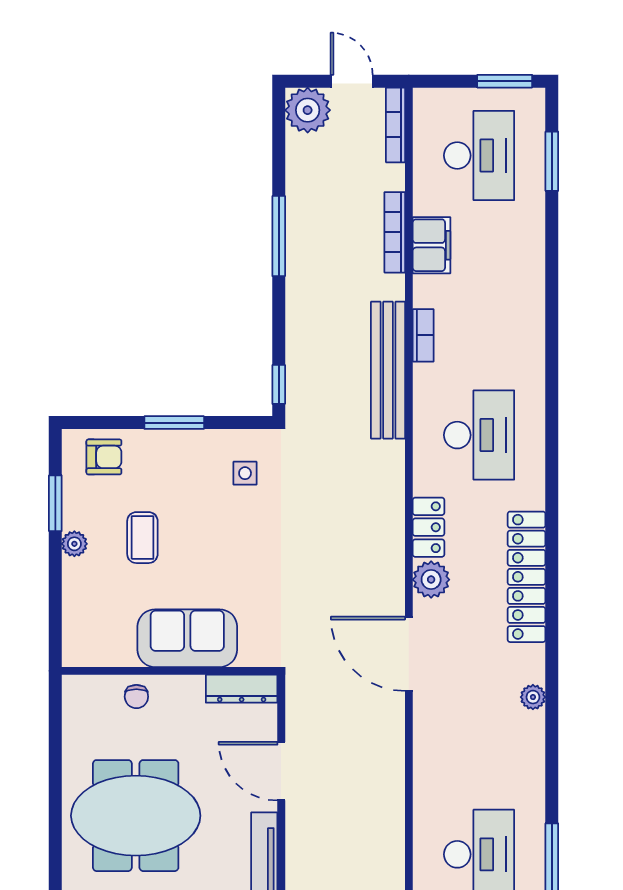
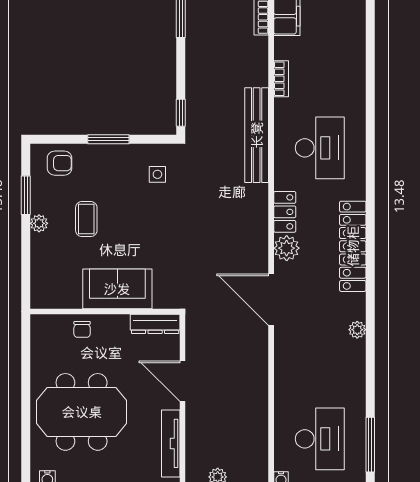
bench: (388, 370) -> (257, 135), moved

